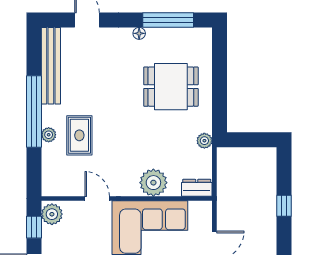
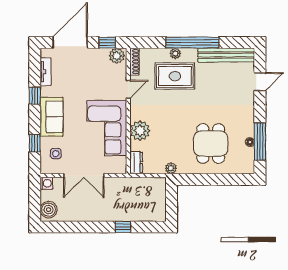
floor lamp: (139, 33) -> (250, 142), moved
rug: (79, 135) -> (175, 76), width x1.36, depth x1.43
shoe rack: (60, 190) -> (135, 62), added

